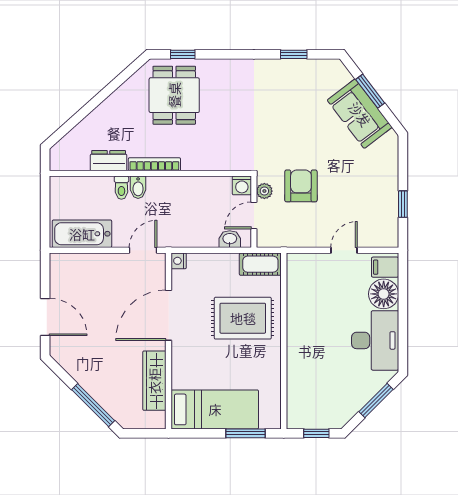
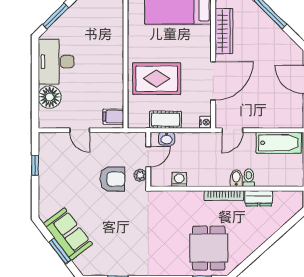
washing machine: (242, 185) -> (179, 179), moved
armchair: (301, 186) -> (112, 179), turned -90
door: (344, 250) -> (80, 130), hinge flipped
cot: (260, 264) -> (165, 120), moved
filing cabinet: (385, 267) -> (113, 117), moved, turned 180

